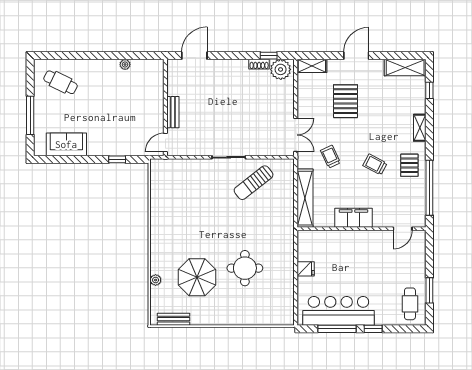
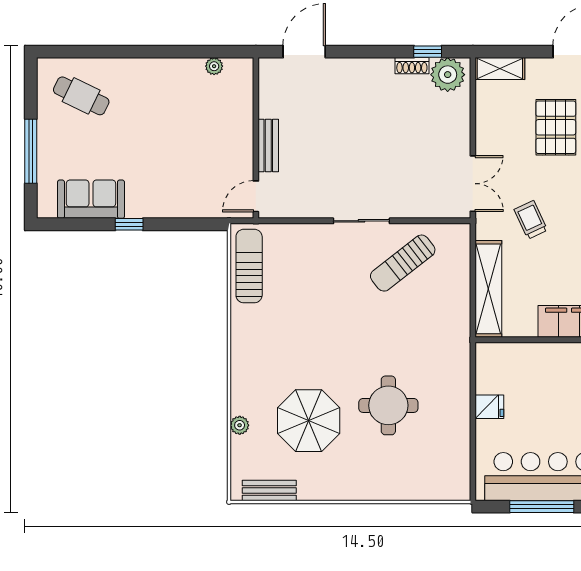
plant: (125, 64) -> (214, 66), moved
window: (117, 159) -> (129, 224), moved
sun lounger: (161, 184) -> (249, 266), added

